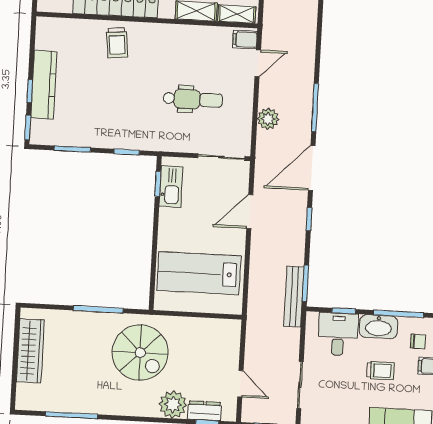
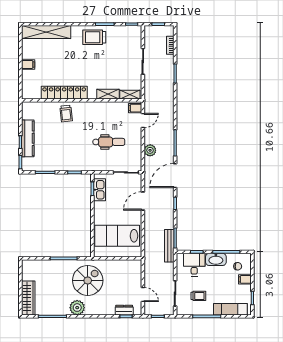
wardrobe: (30, 351) -> (28, 298), moved
spiral stairs: (140, 353) -> (88, 280), turned -90
trolley: (380, 371) -> (198, 296), moved
plant: (173, 405) -> (77, 308), moved

